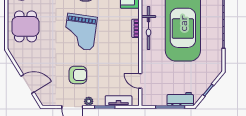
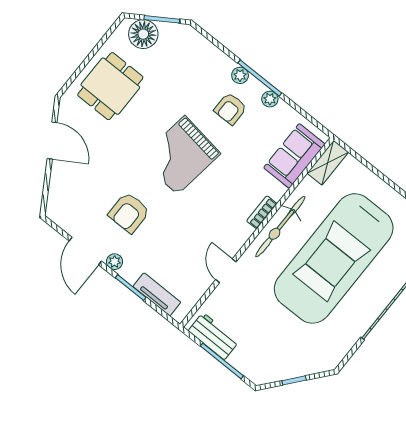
armchair: (78, 75) -> (129, 213), turned 90
door: (140, 81) -> (226, 271), moved
door: (27, 84) -> (52, 141), moved
workbench: (180, 99) -> (214, 336), moved

